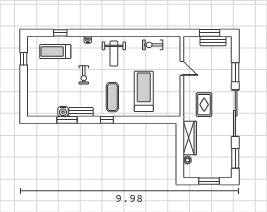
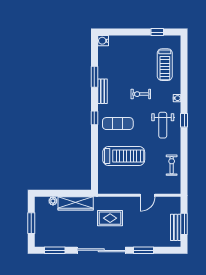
window: (60, 33) -> (184, 120), moved
treadmill: (55, 52) -> (165, 65), turned 180
weight bench: (114, 54) -> (163, 125), turned -90
water cooler: (63, 111) -> (103, 41), moved

